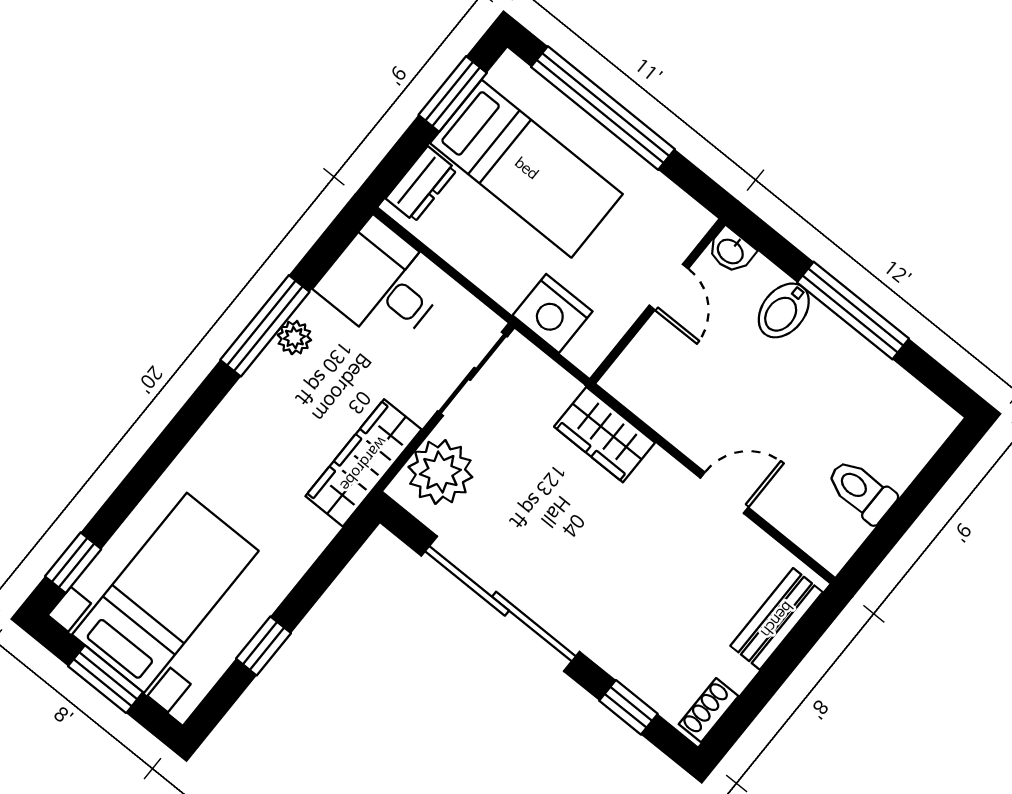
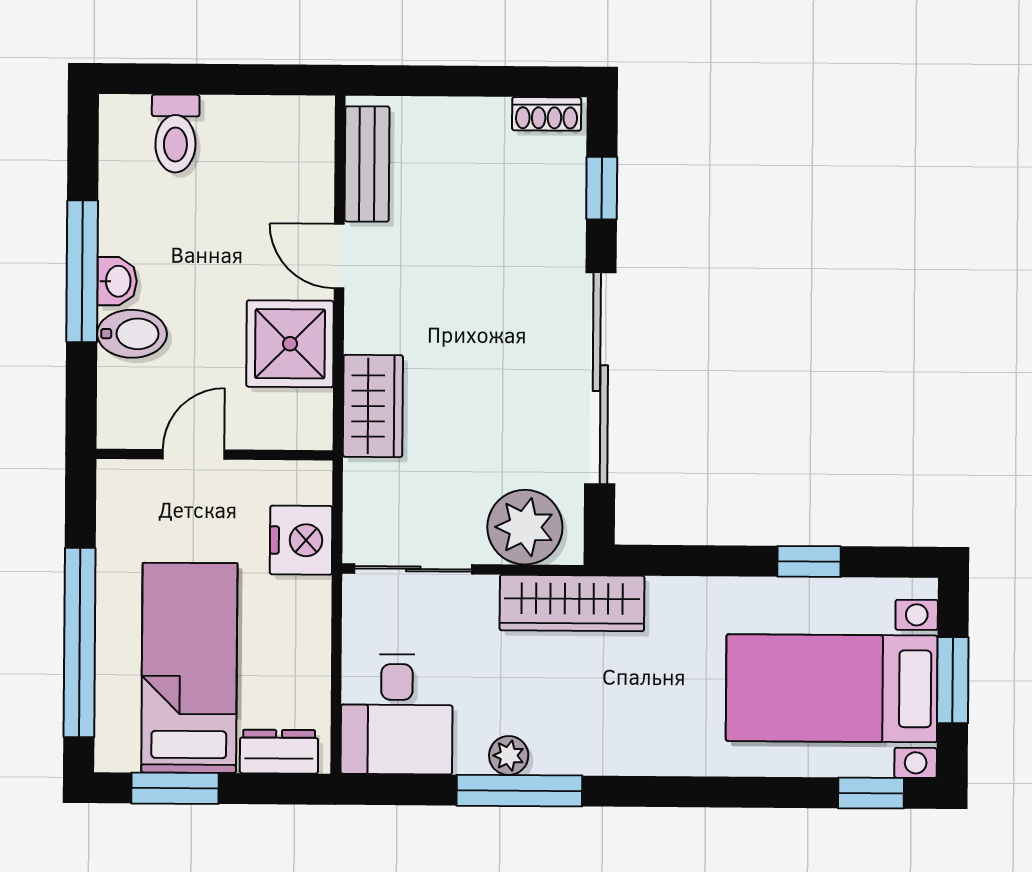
washbasin: (731, 251) -> (117, 281), moved
shower: (691, 412) -> (290, 344), added
toilet: (861, 491) -> (175, 134), moved
bench: (776, 619) -> (367, 164), moved, turned 90

